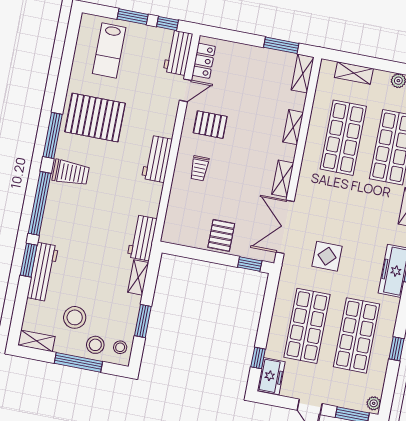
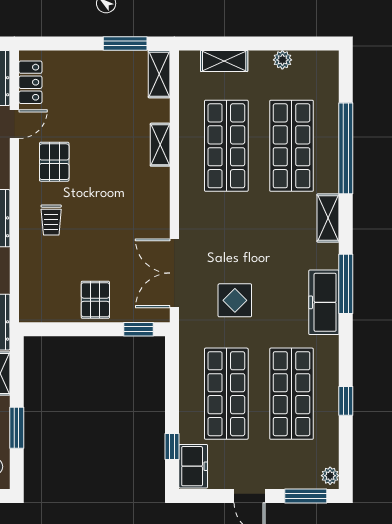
pallet: (210, 125) -> (54, 162), turned 90
shelving: (283, 179) -> (160, 212), removed

